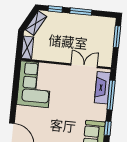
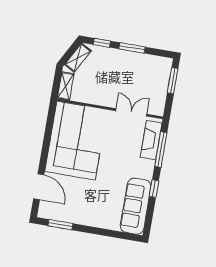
corner sofa: (34, 84) -> (76, 141), width x1.36, depth x1.36

